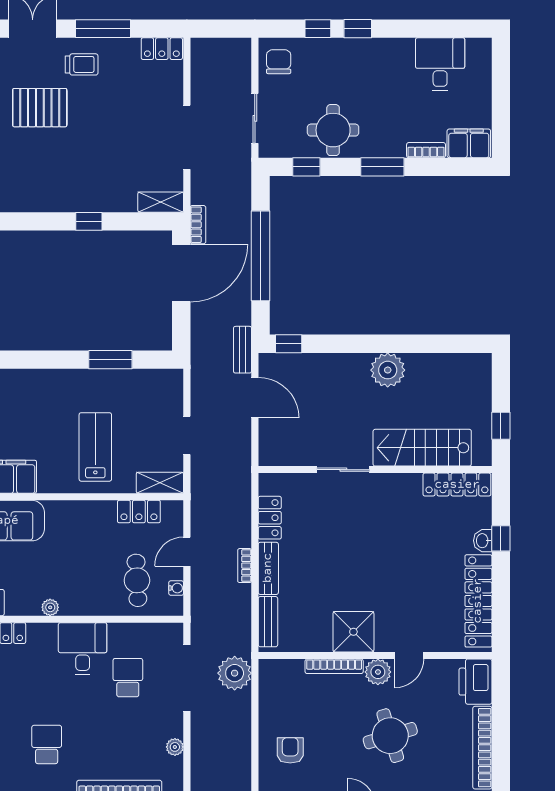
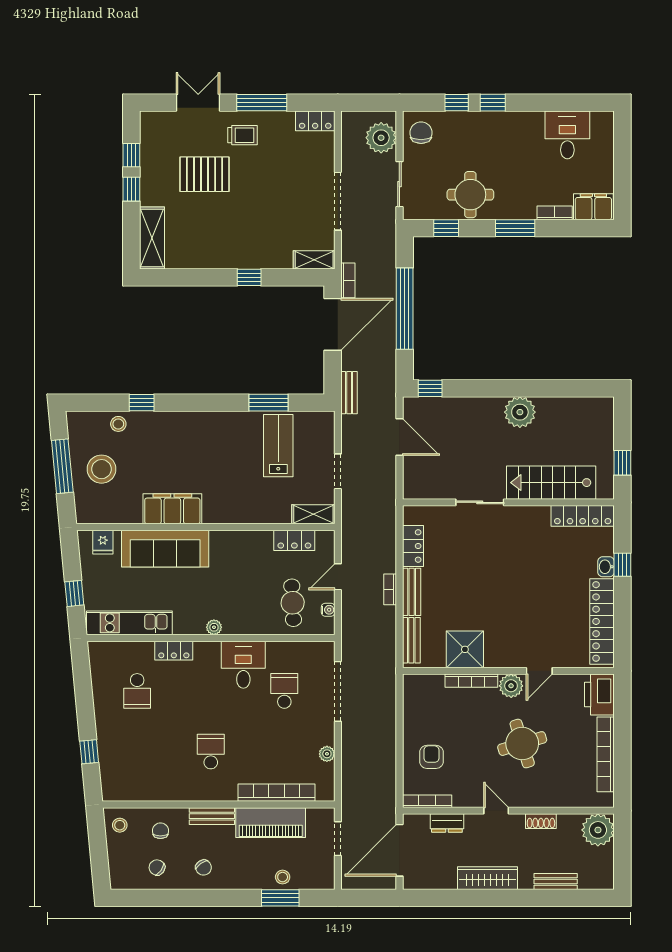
bench: (243, 350) -> (349, 393), moved
lab bench: (95, 447) -> (278, 446), moved
shower: (353, 632) -> (465, 649), moved
plant: (235, 673) -> (381, 138), moved

